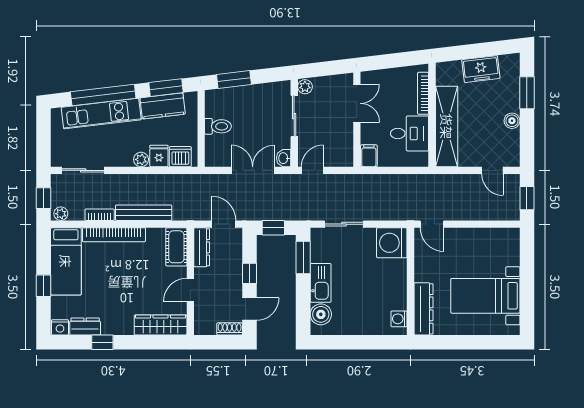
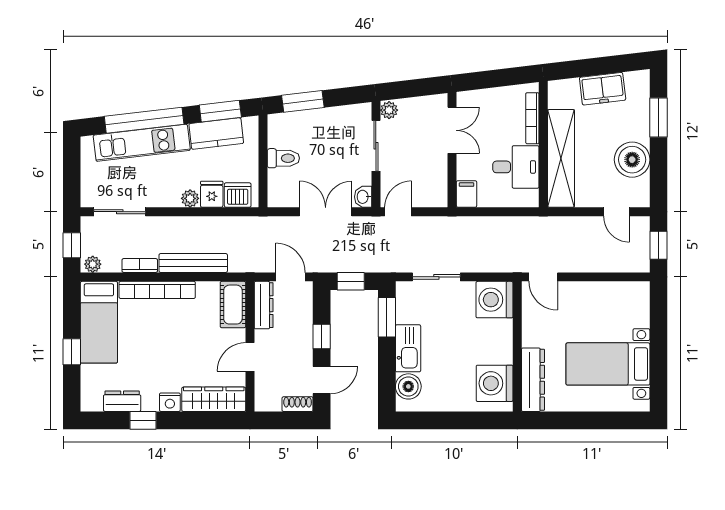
boiler: (512, 121) -> (632, 160), width x1.86, depth x1.86
washing machine: (399, 319) -> (495, 383), width x1.89, depth x1.89
nightstand: (60, 327) -> (170, 402), moved

